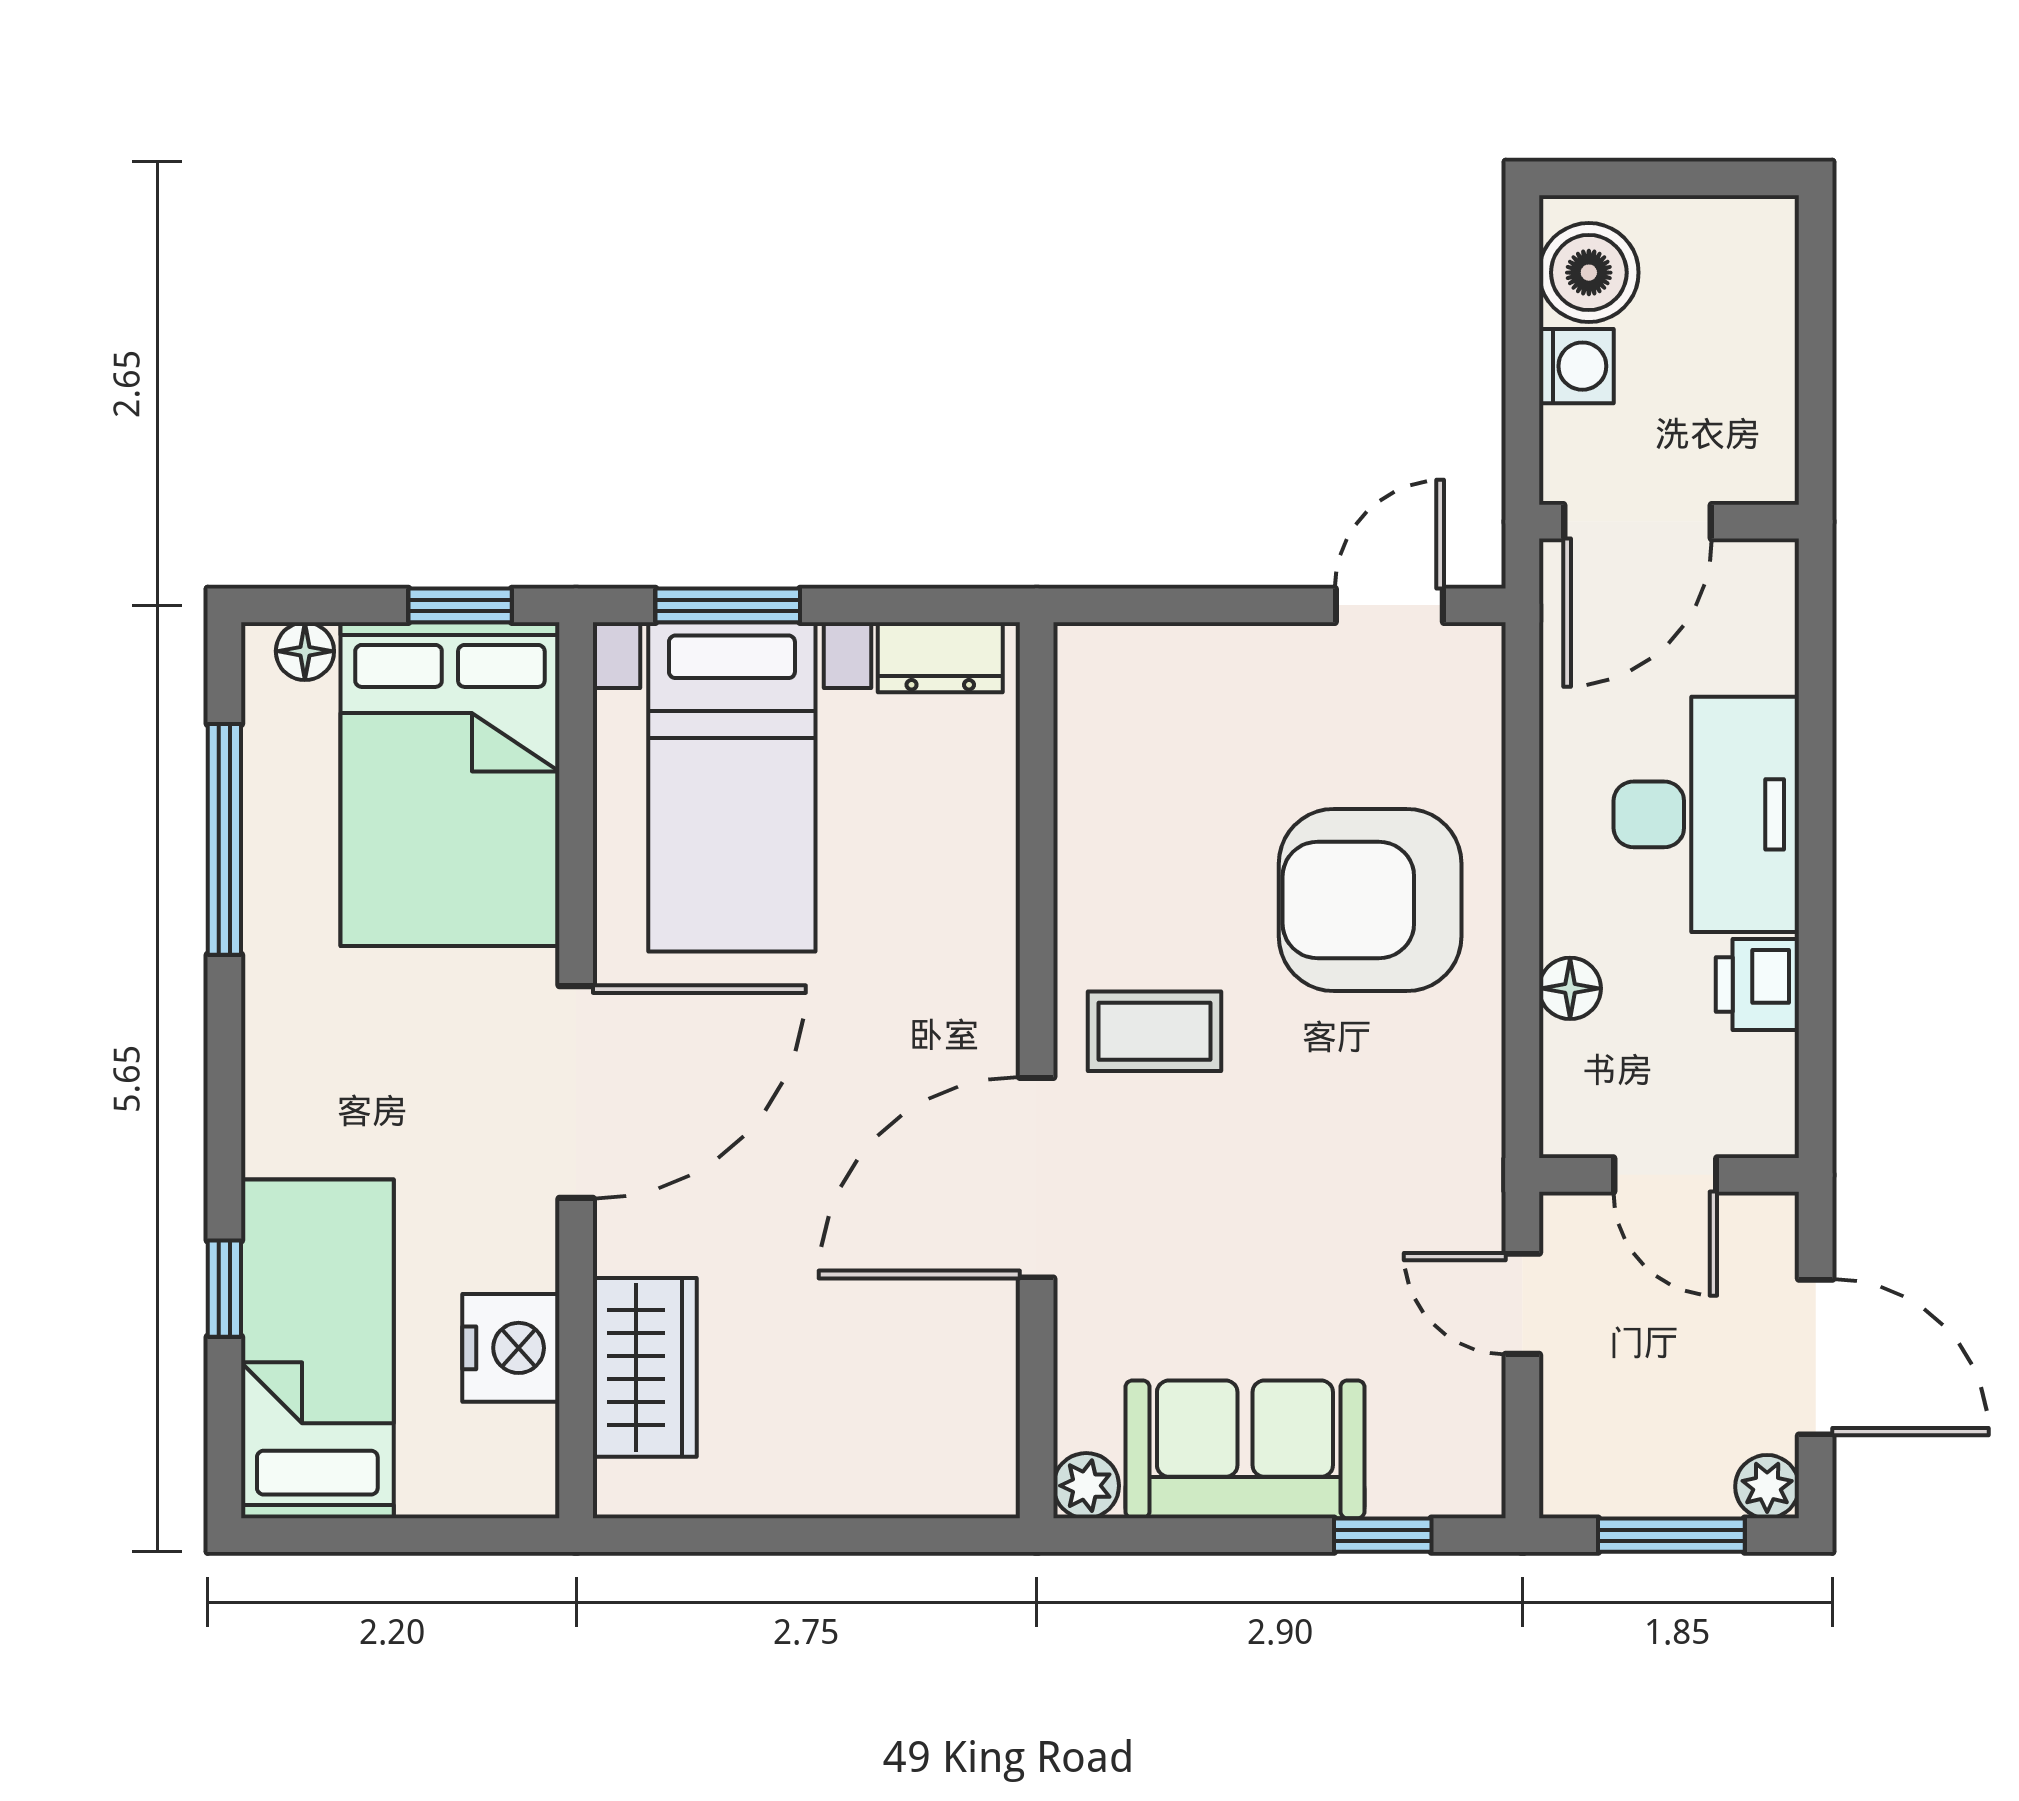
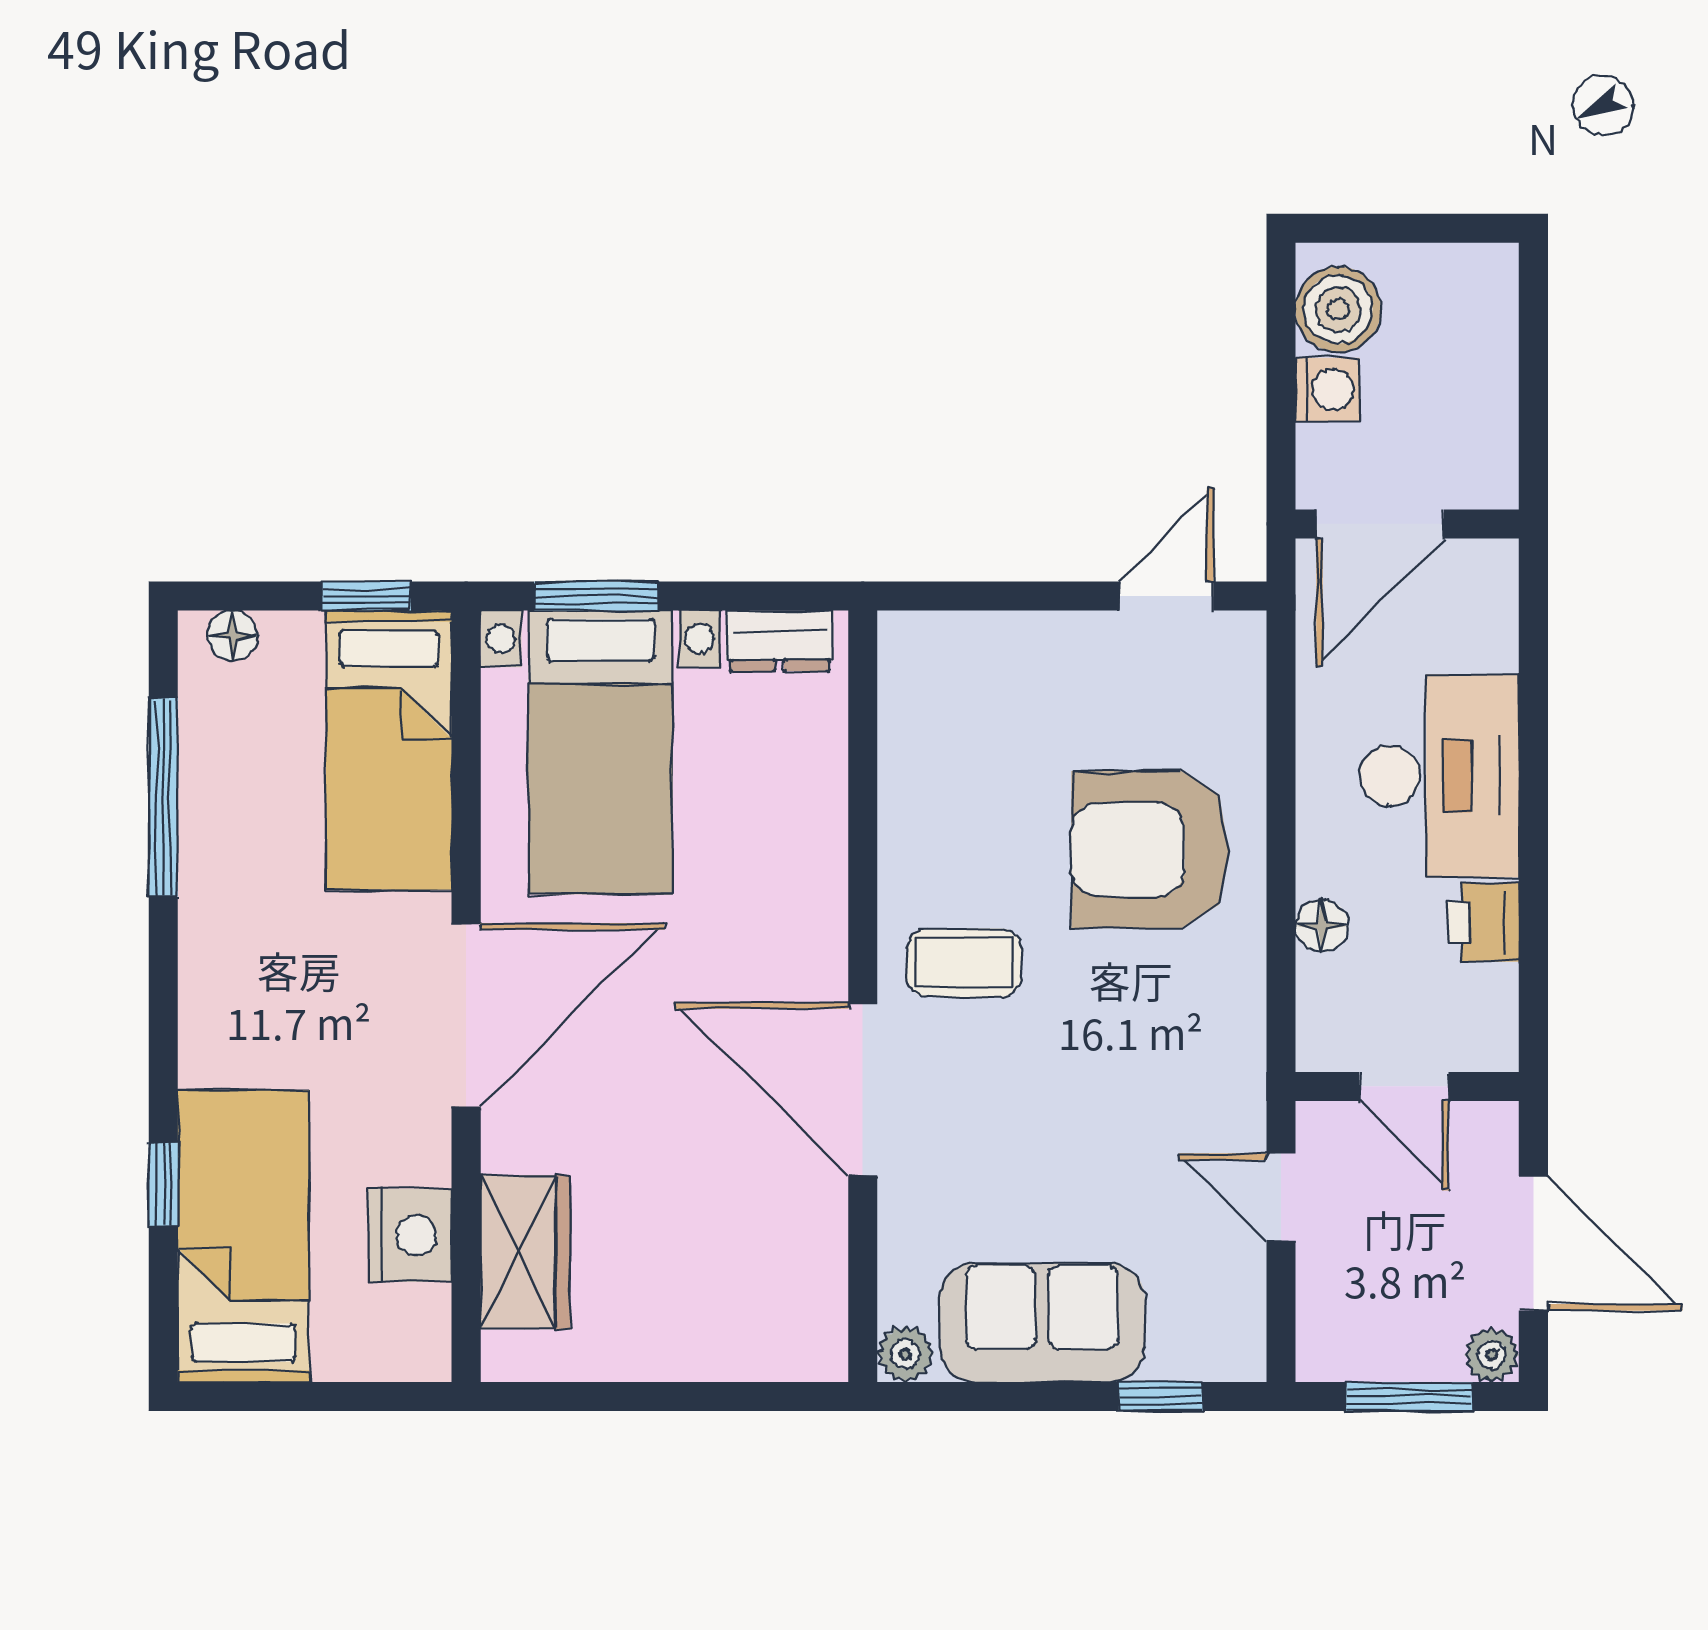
bed: (450, 784) -> (389, 750), width x0.67
door: (1037, 1178) -> (863, 1089), hinge flipped

